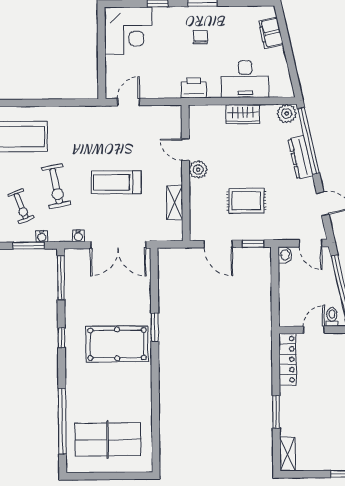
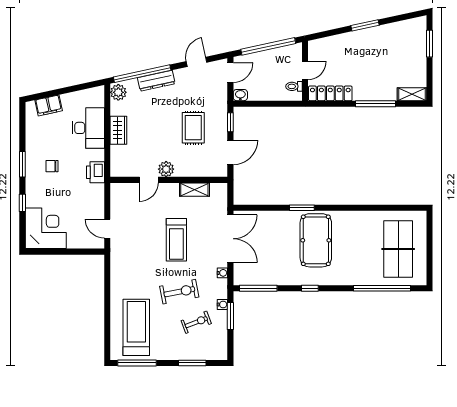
toilet: (332, 317) -> (294, 86), moved
door: (314, 330) -> (305, 71), swing flipped
window: (276, 412) -> (375, 104), width x1.44

